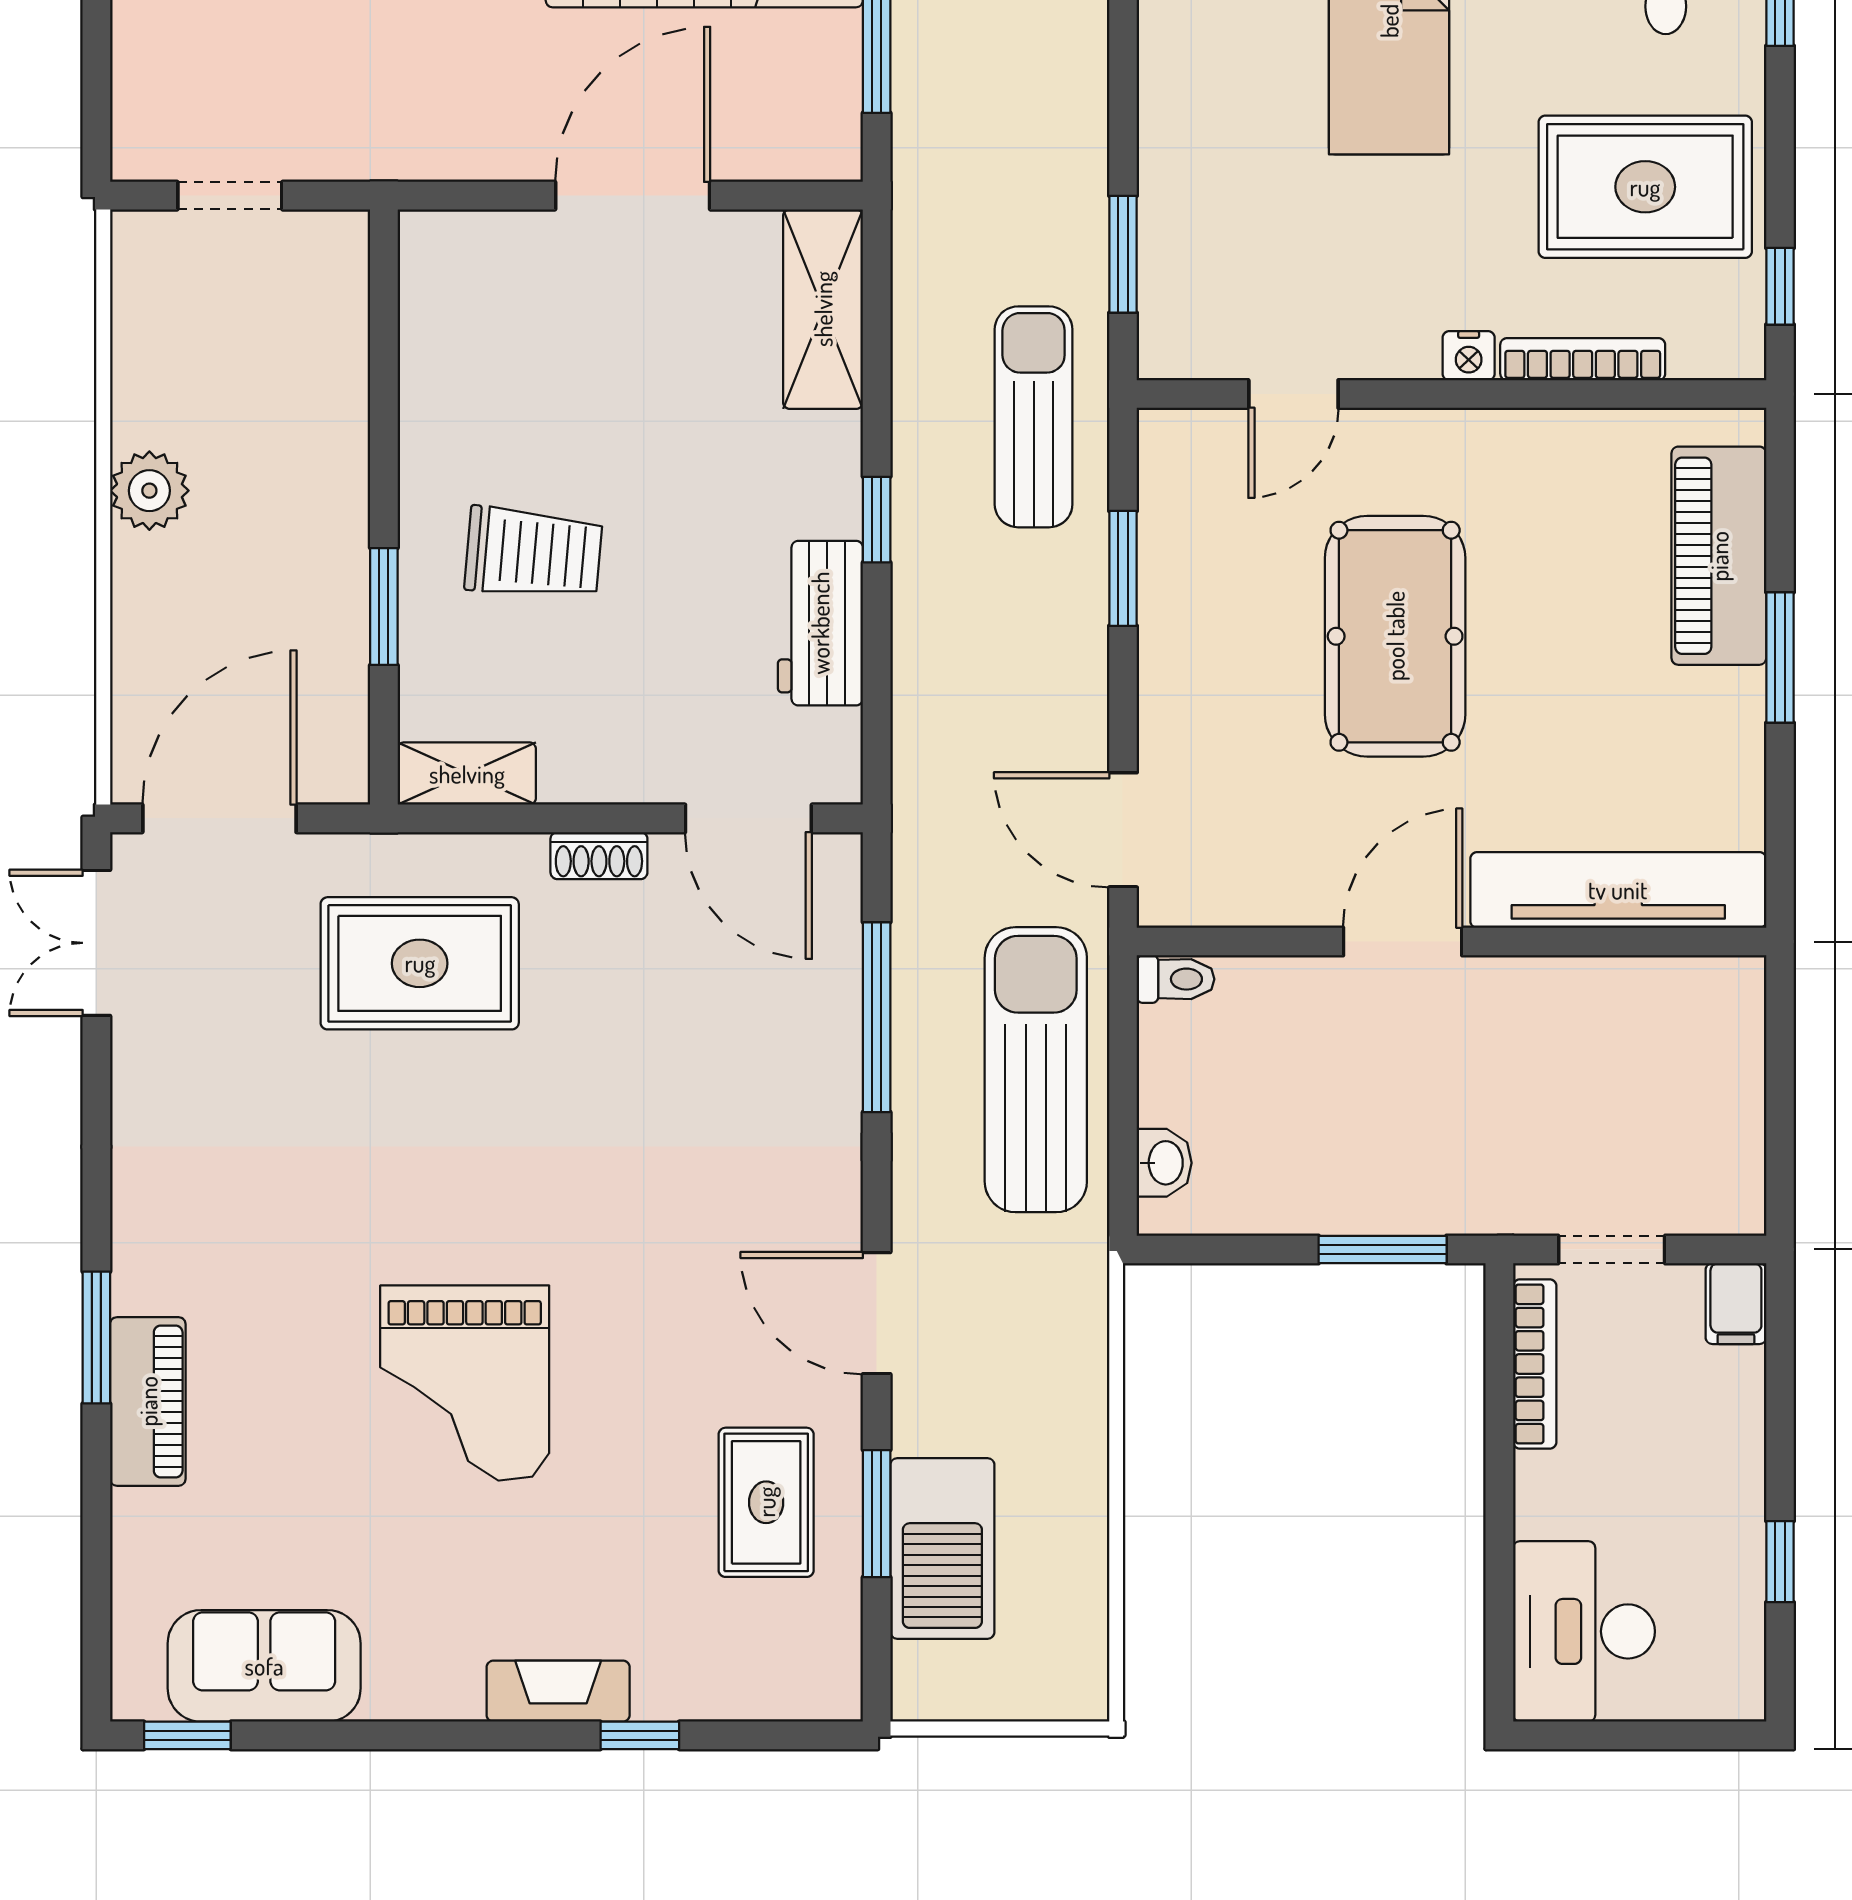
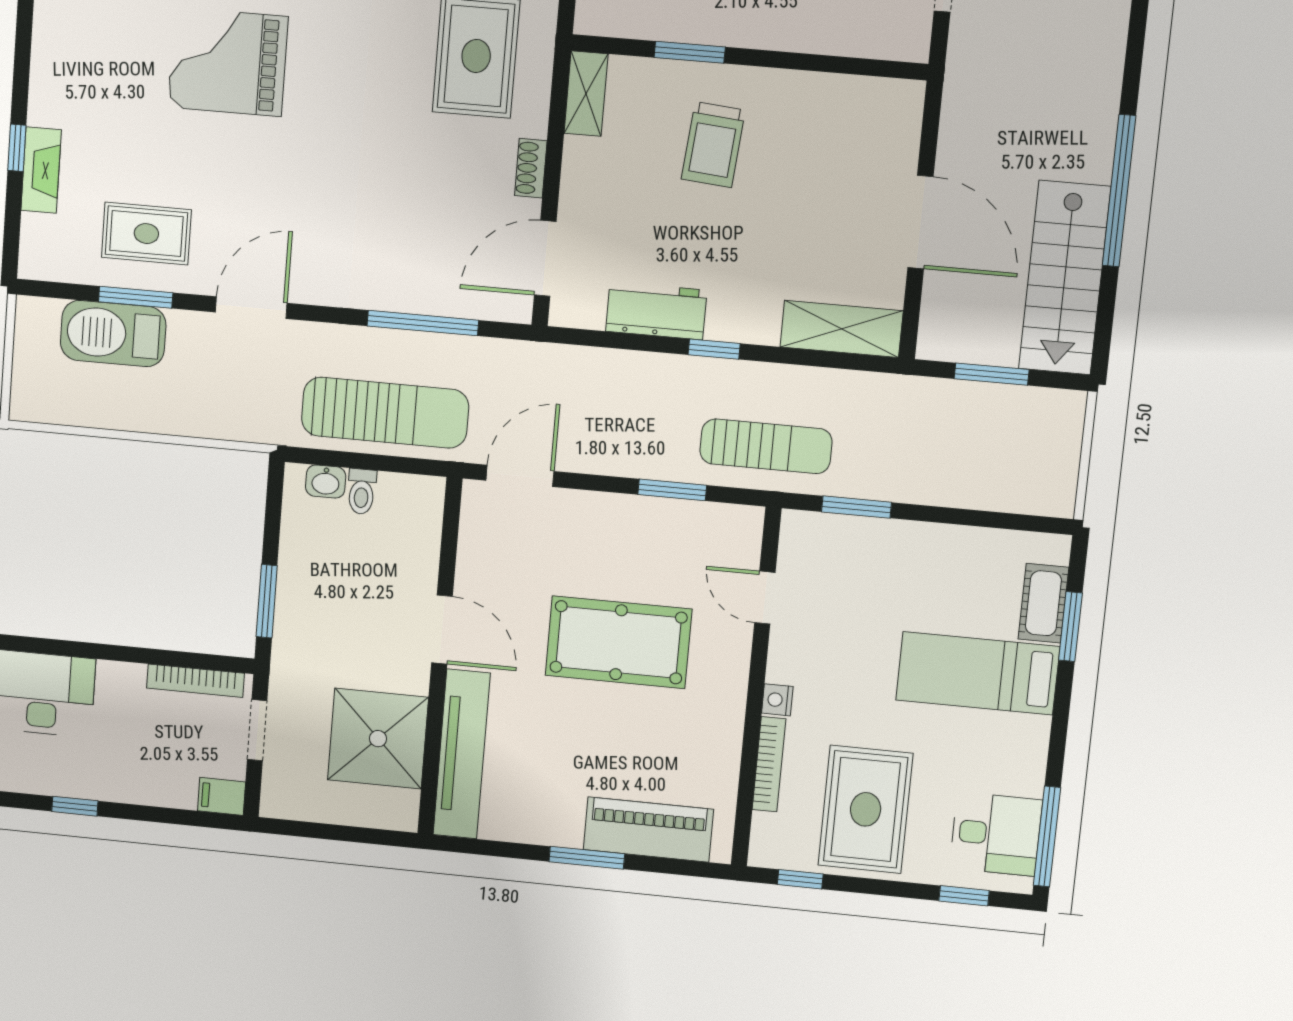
toilet: (1176, 979) -> (362, 491), moved
shower: (1605, 1037) -> (378, 739), added
fireplace: (558, 1691) -> (41, 170), moved

